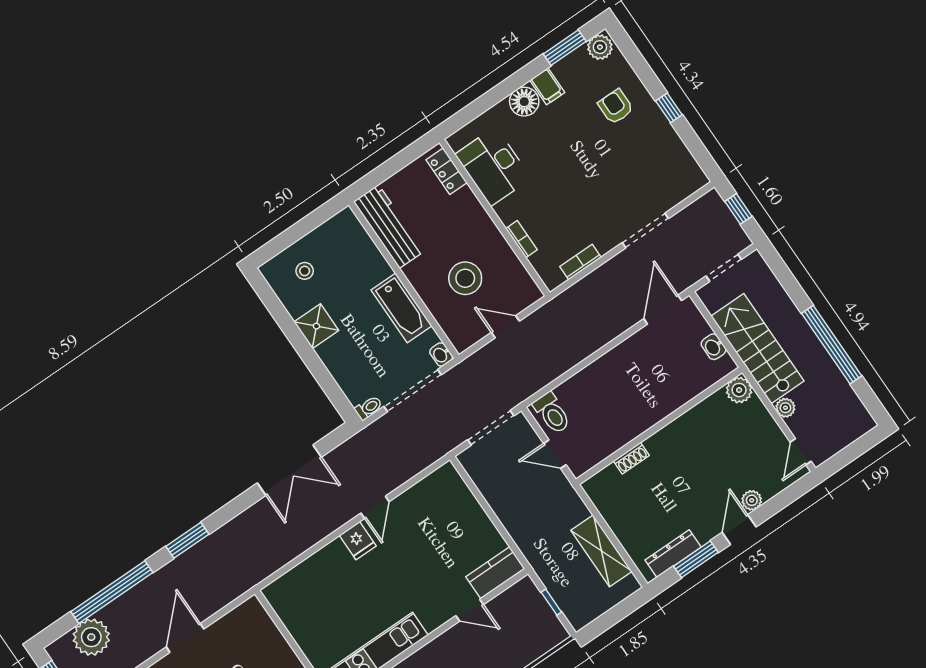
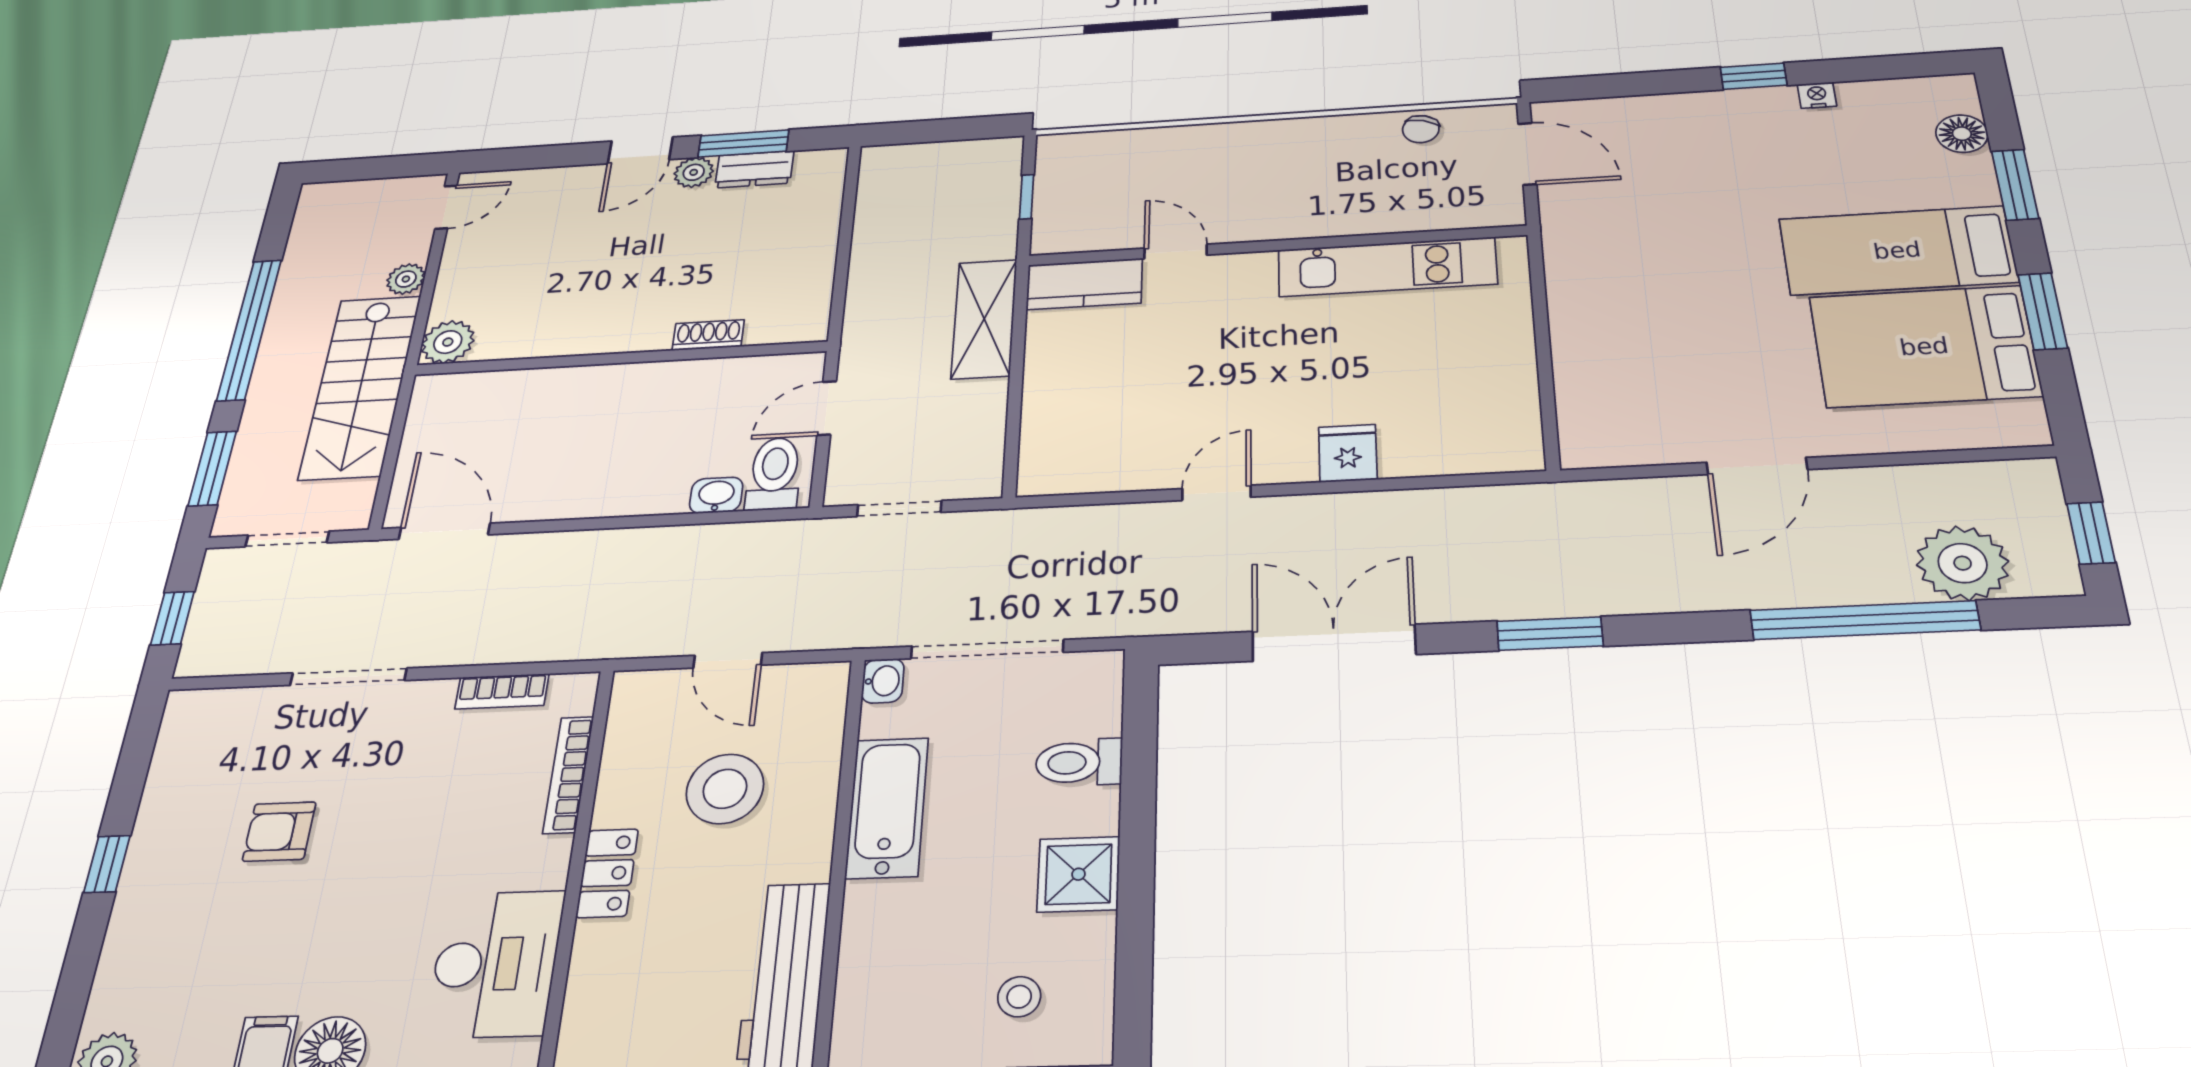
armchair: (616, 107) -> (279, 832), moved, turned 90
locker: (447, 171) -> (607, 873), moved
bookcase: (521, 239) -> (568, 775), width x1.56
window: (785, 277) -> (212, 468), added
door: (663, 310) -> (444, 531), swing flipped
washbasin: (714, 347) -> (716, 495), moved, turned -90
toilet: (369, 408) -> (1079, 762), moved, width x1.37, depth x1.39
doorway: (491, 428) -> (899, 509), width x0.73
door: (555, 454) -> (827, 408), swing flipped
plant: (752, 500) -> (694, 172), moved
window: (187, 540) -> (1550, 634), moved
fridge: (358, 541) -> (1348, 453), moved
shelving: (601, 551) -> (984, 319), moved
dresser: (673, 554) -> (754, 169), width x0.70

